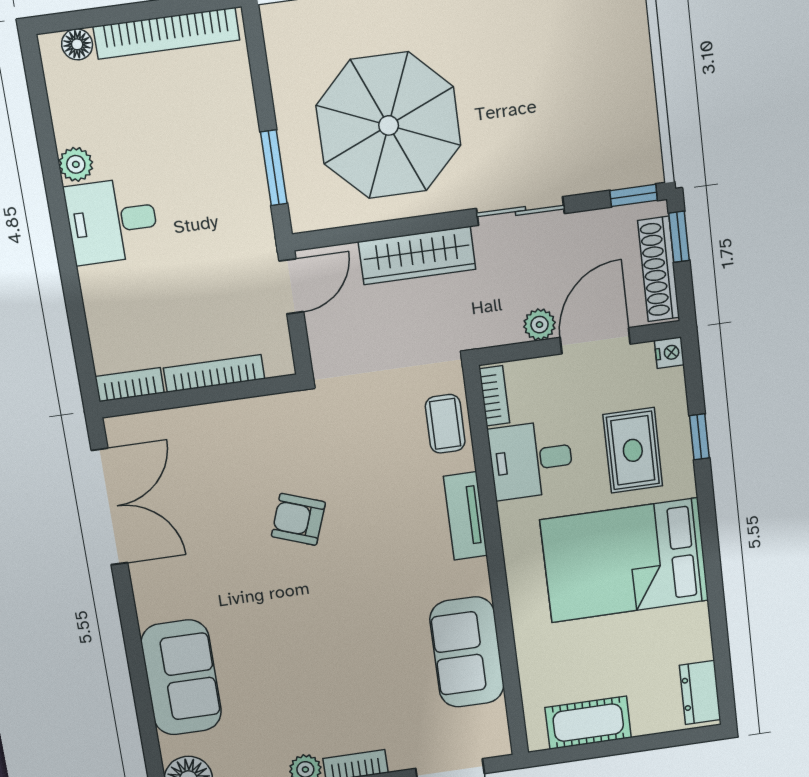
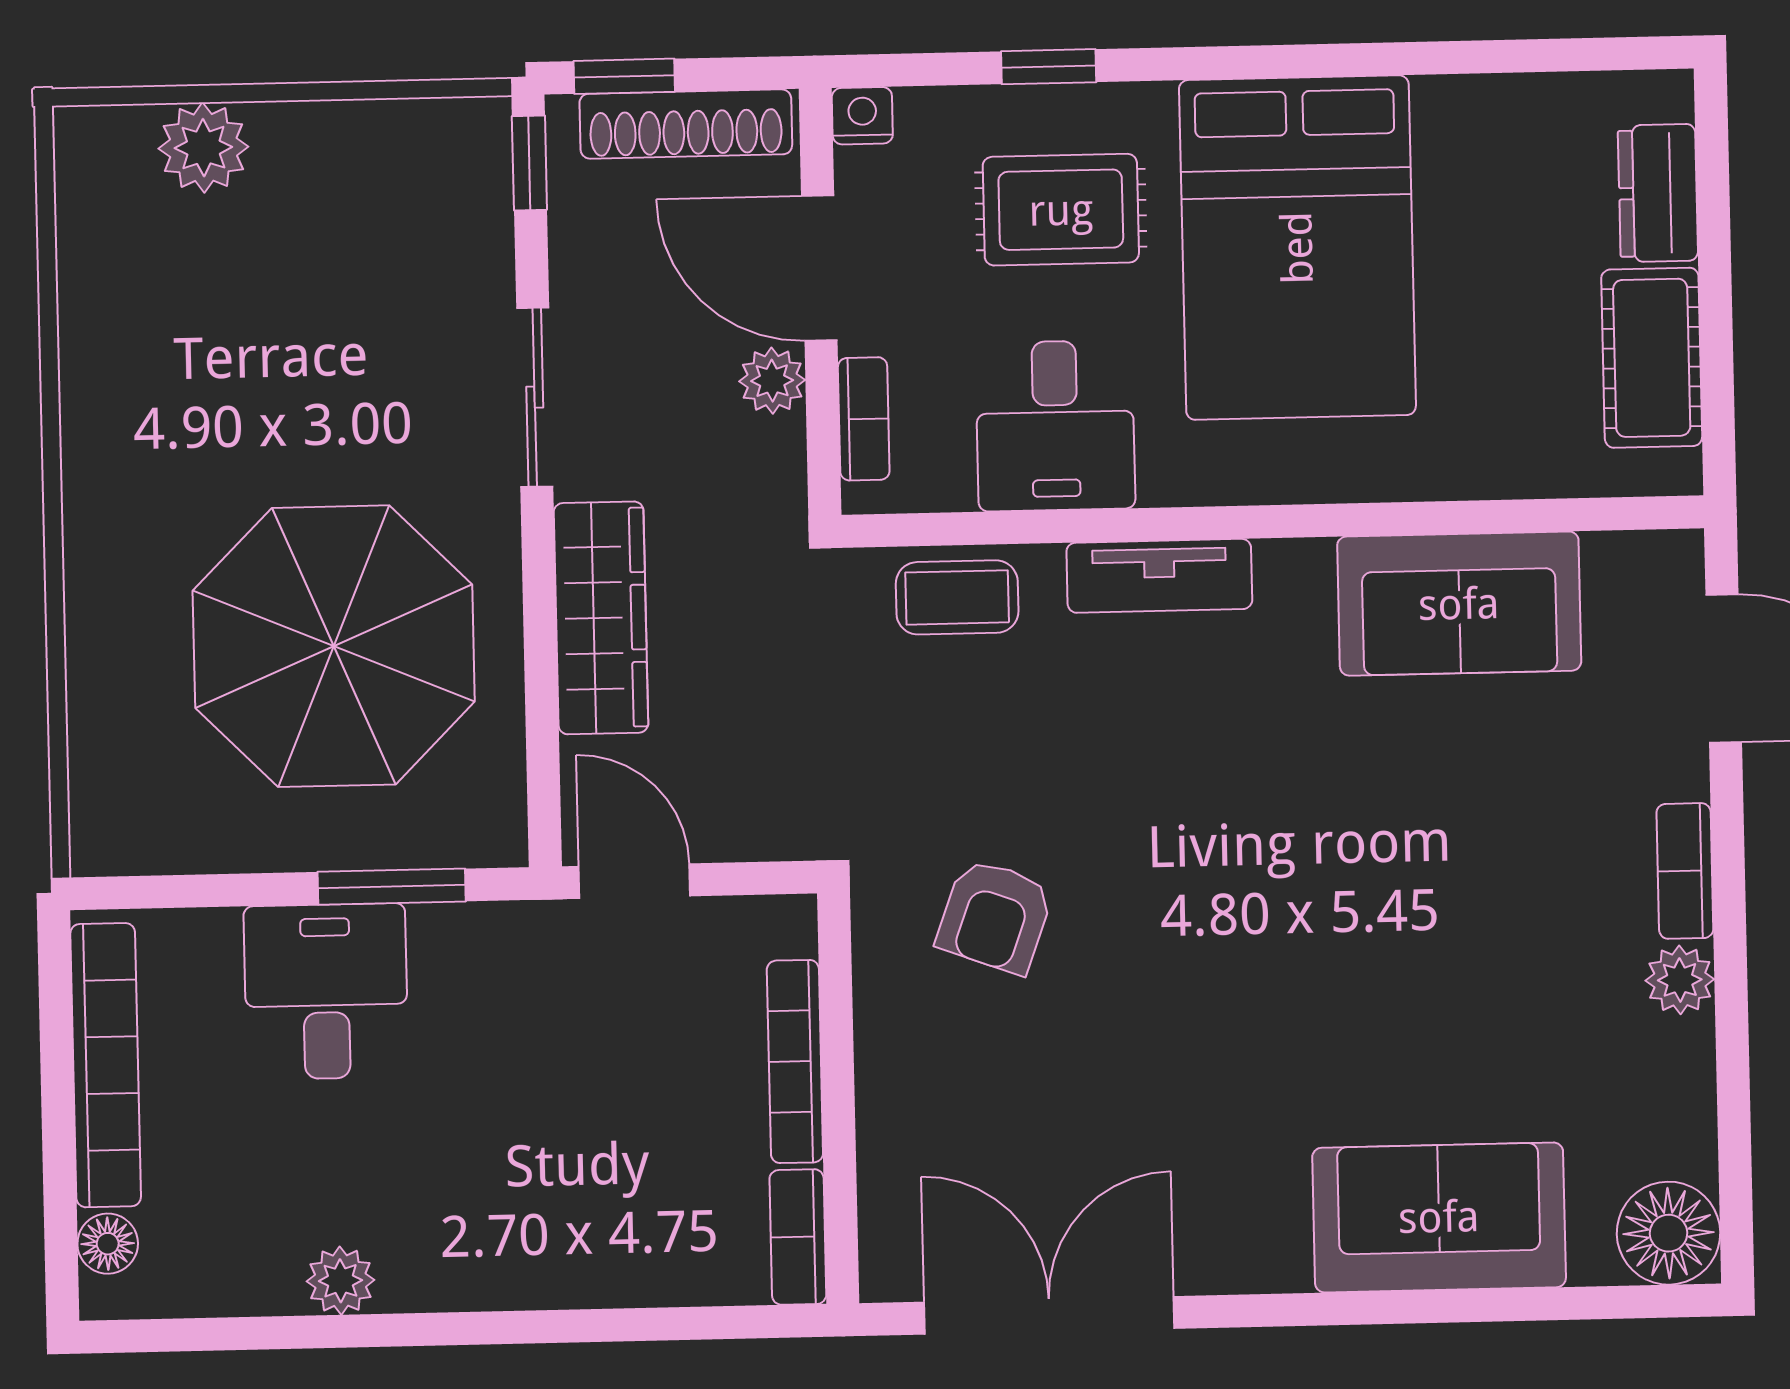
plant: (628, 32) -> (203, 148), added
desk: (112, 221) -> (326, 992), moved, turned 180
bookcase: (494, 396) -> (864, 419), moved, turned 90
armchair: (298, 519) -> (995, 916), moved
dresser: (700, 692) -> (1658, 193), moved, turned 90

